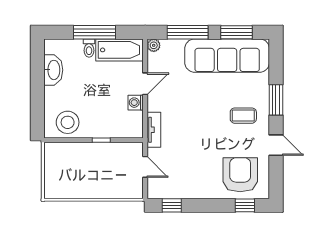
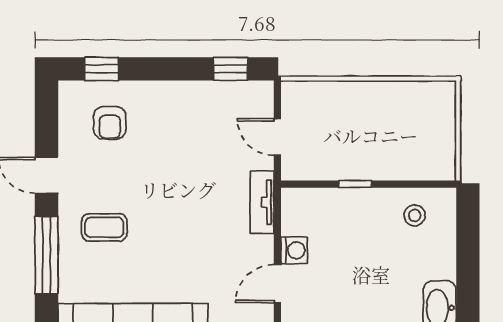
window: (276, 100) -> (47, 255), width x1.44
stool: (68, 122) -> (415, 215), width x0.53, depth x0.53
armchair: (240, 175) -> (110, 123), width x0.53, depth x0.53

